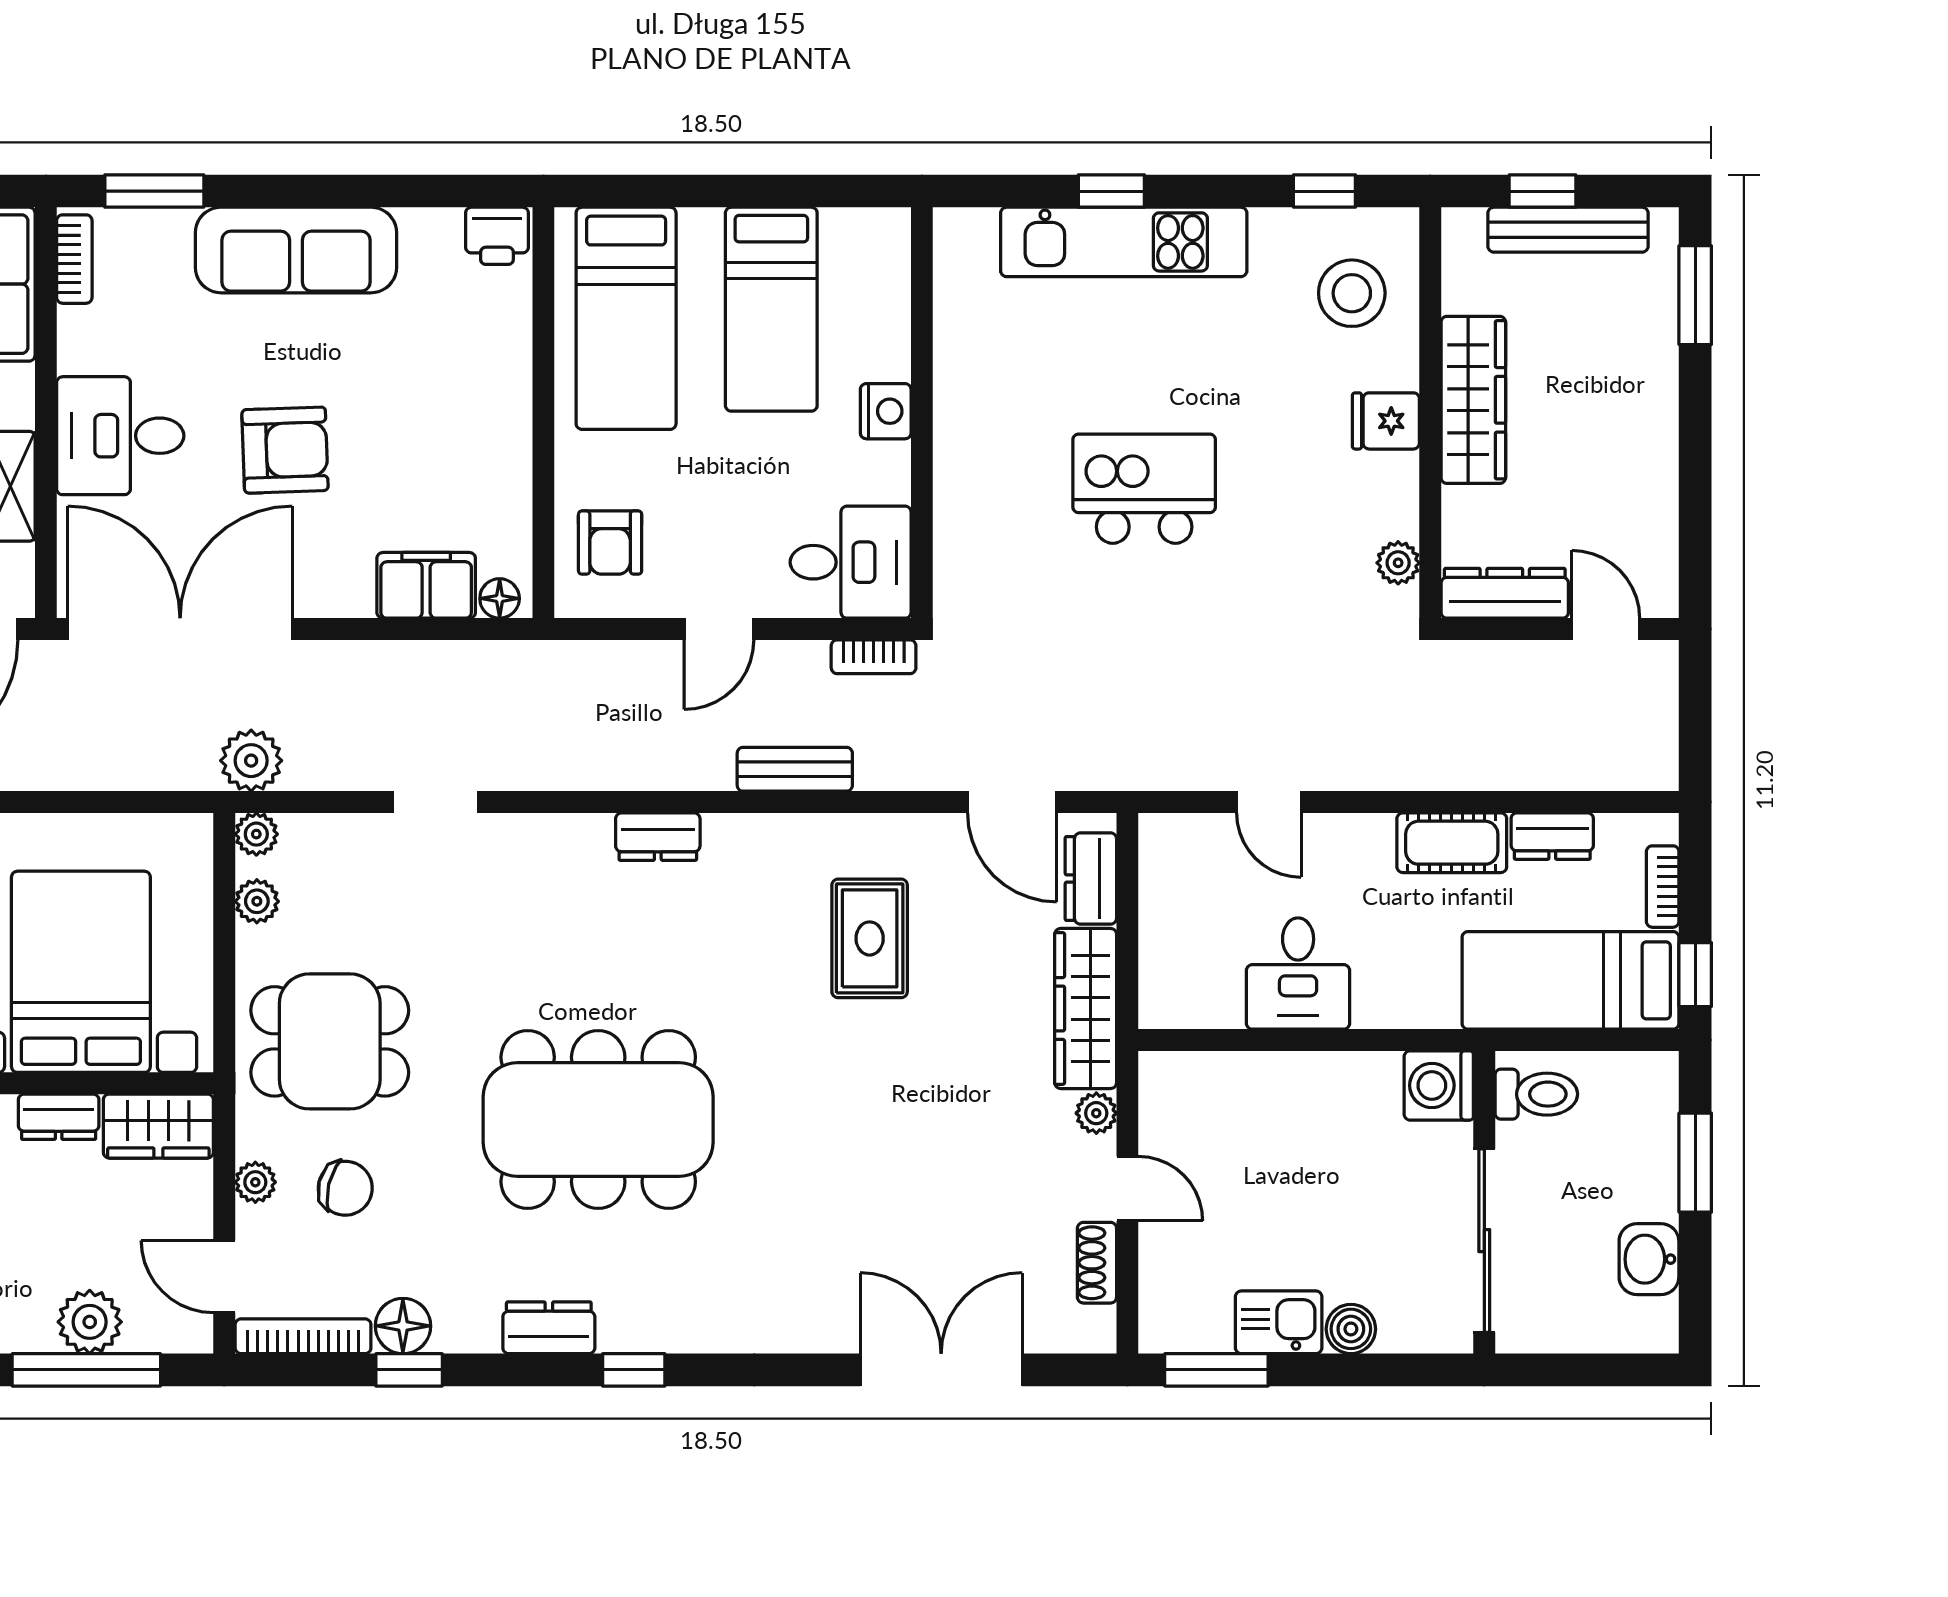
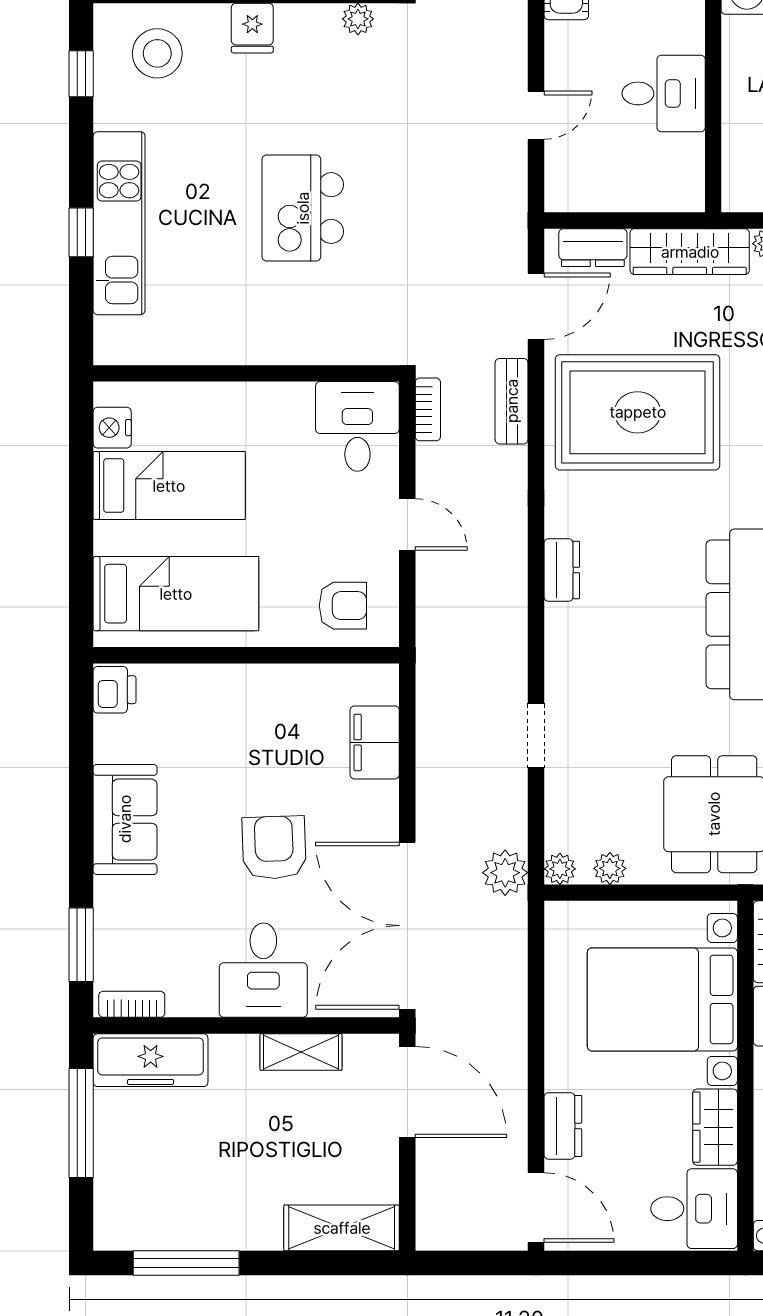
sofa: (296, 250) -> (125, 819), width x0.73
nightstand: (886, 411) -> (112, 428), moved, turned -90
floor lamp: (500, 598) -> (384, 688), removed
bench: (795, 769) -> (512, 401), moved
rug: (870, 938) -> (638, 412), width x1.86, depth x2.06

